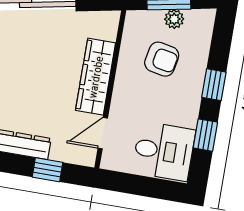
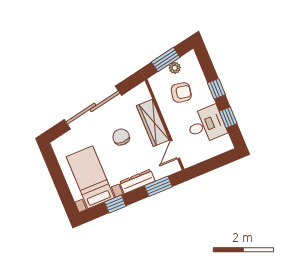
chair: (39, 68) -> (121, 137), added
desk: (164, 151) -> (206, 125), moved
window: (48, 170) -> (158, 186), width x1.50

